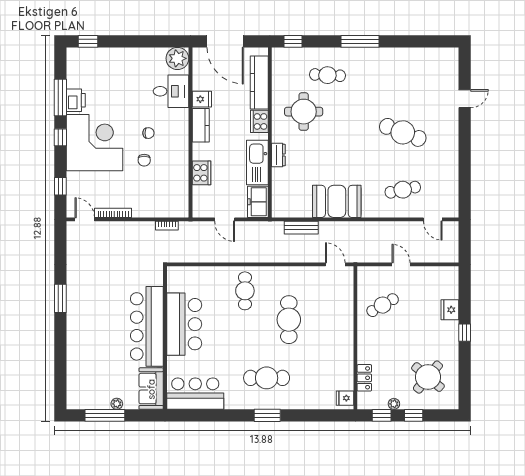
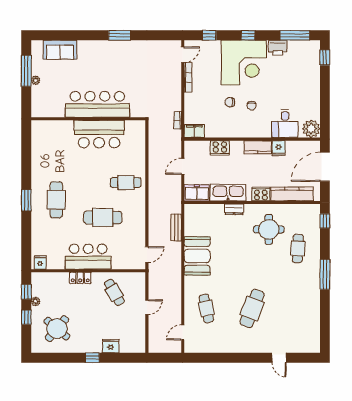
window: (60, 98) -> (295, 35), moved
filing cabinet: (180, 205) -> (194, 131), added
locker: (364, 378) -> (80, 278), moved
sofa: (151, 389) -> (60, 50), moved, turned 180
bar counter: (195, 394) -> (88, 257), moved, turned -90

